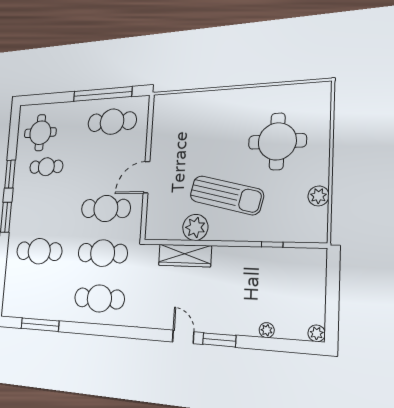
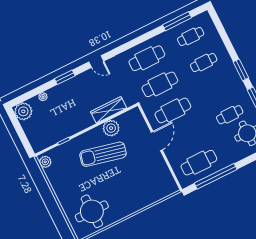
round table: (277, 141) -> (92, 211), moved
plant: (318, 196) -> (45, 162), moved
cafe table: (39, 251) -> (204, 63), width x0.73, depth x0.74
cafe table: (36, 294) -> (191, 36), added
plant: (317, 333) -> (23, 111), width x1.88, depth x1.88
door: (183, 337) -> (96, 61), moved

